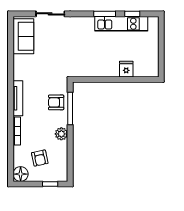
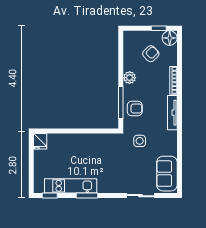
window: (132, 14) -> (50, 196), moved
side table: (51, 69) -> (140, 141), added
fridge: (126, 69) -> (40, 141), moved
armchair: (40, 158) -> (151, 54), turned 58
window: (50, 184) -> (159, 28), moved

